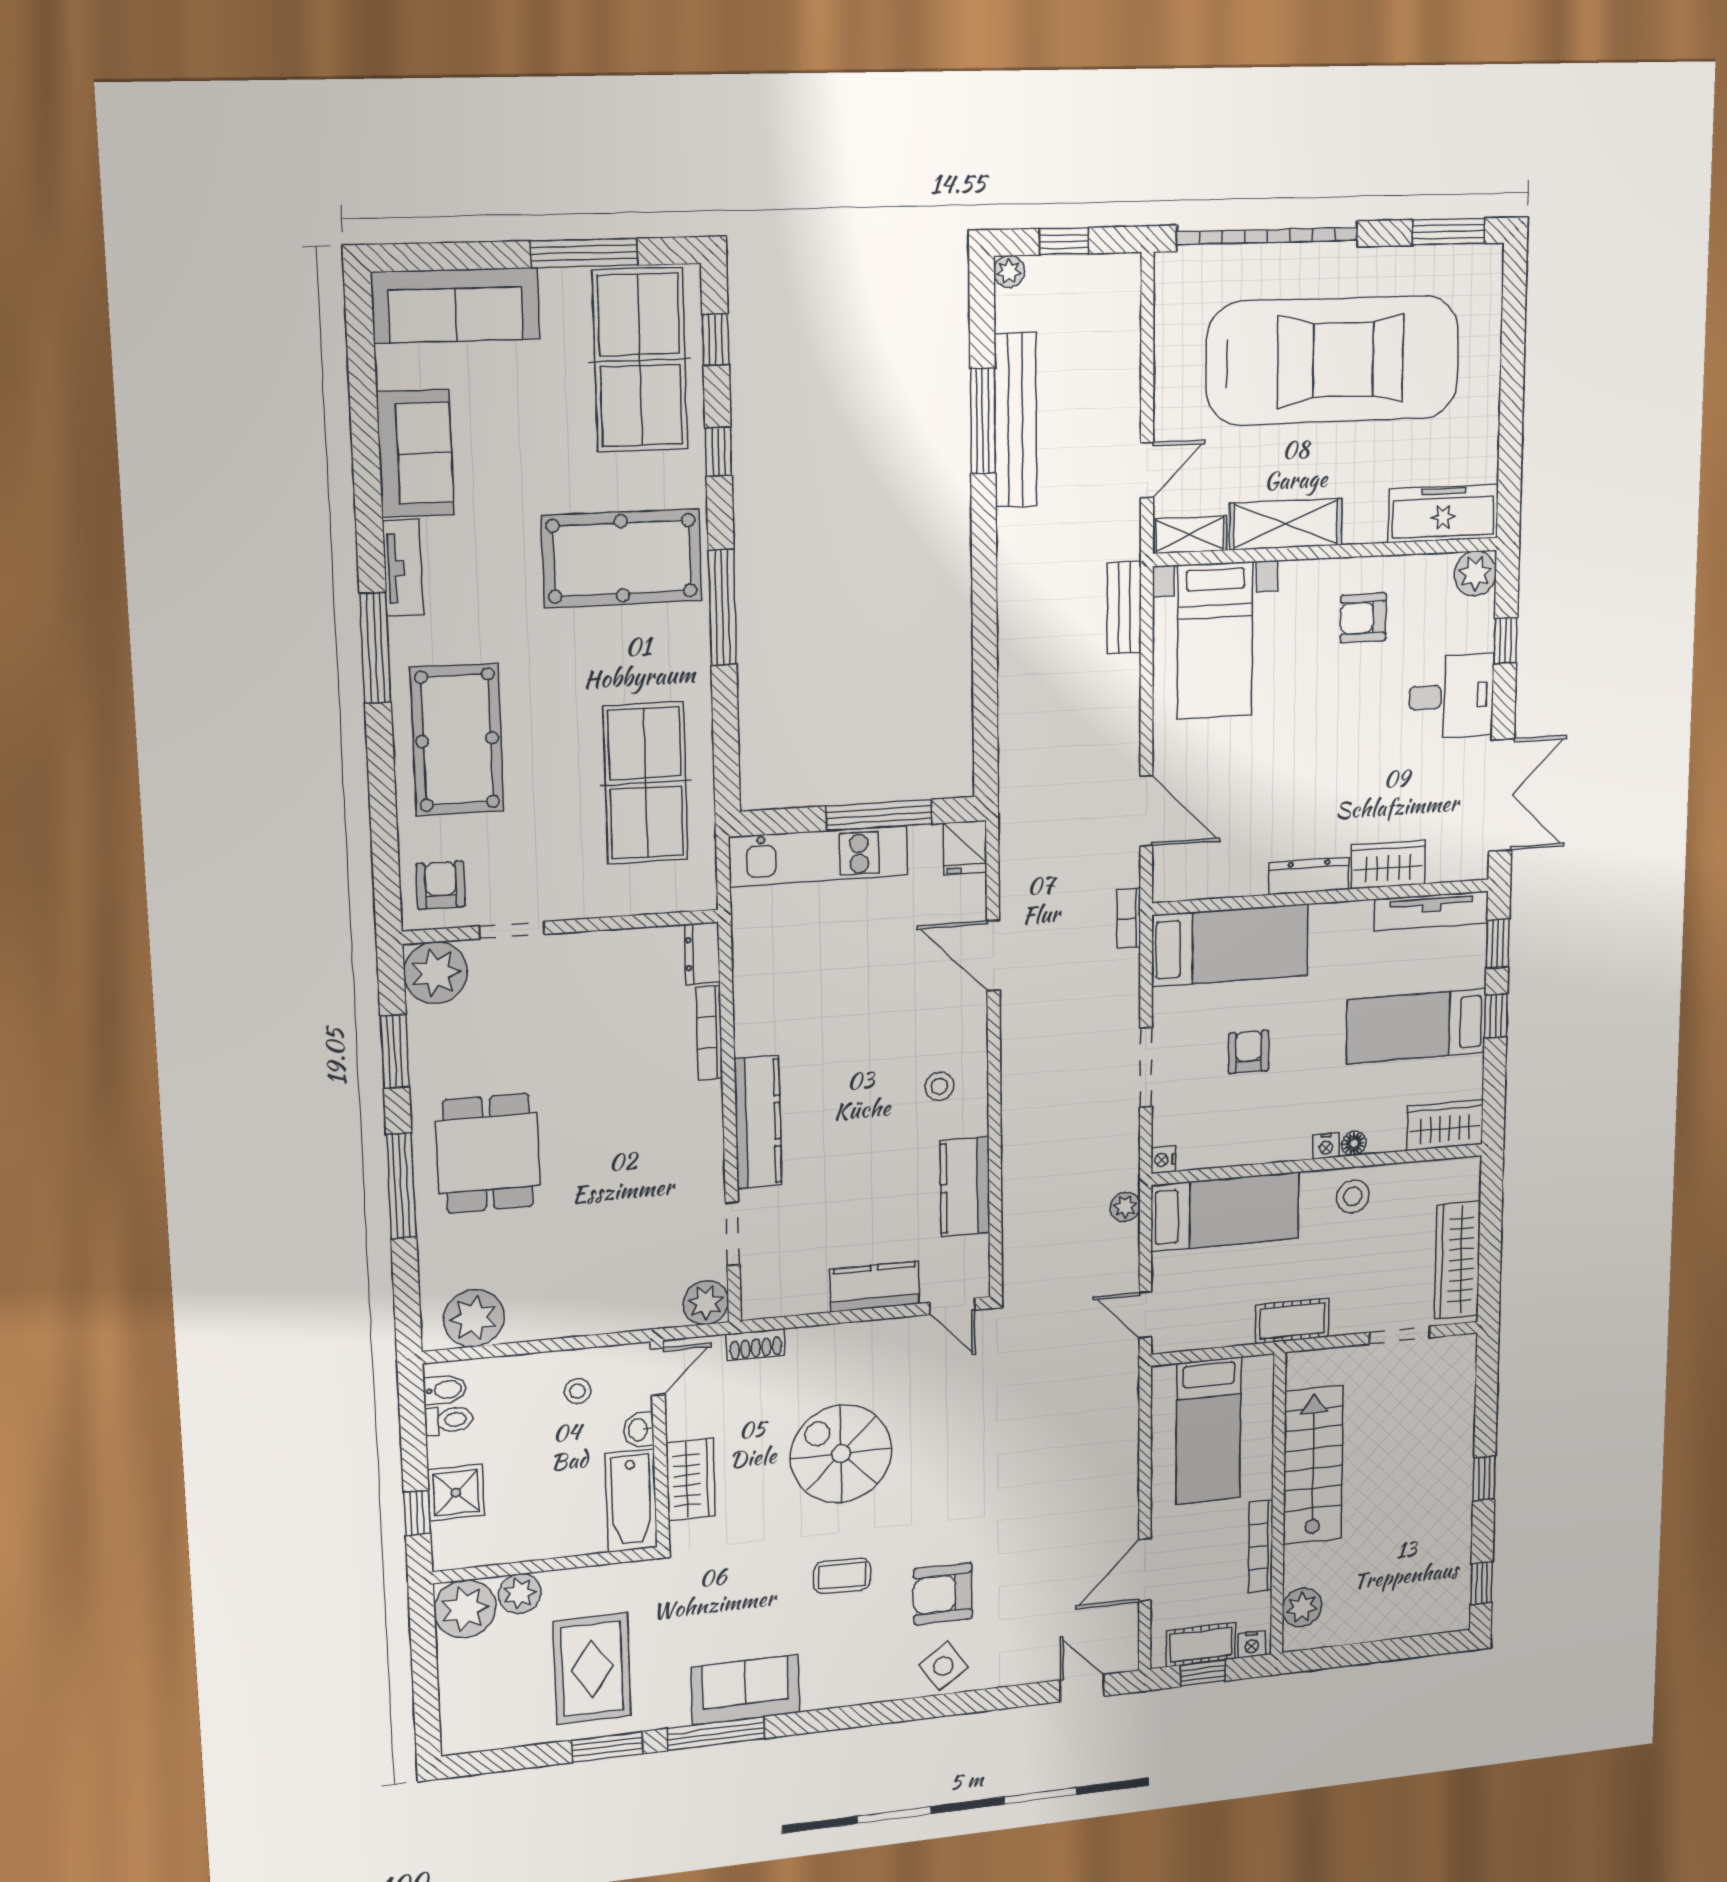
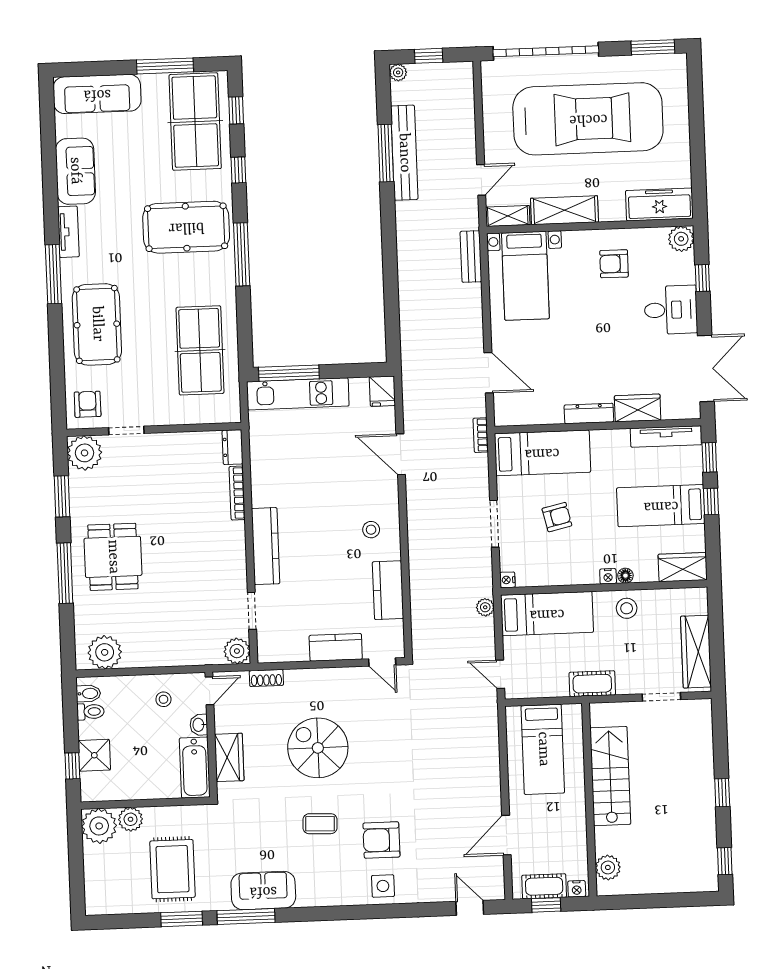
window: (879, 815) -> (289, 373), moved
armchair: (1249, 1052) -> (557, 517), turned 77
bookcase: (1261, 1546) -> (579, 826), removed
side table: (943, 1666) -> (383, 886), turned 35

